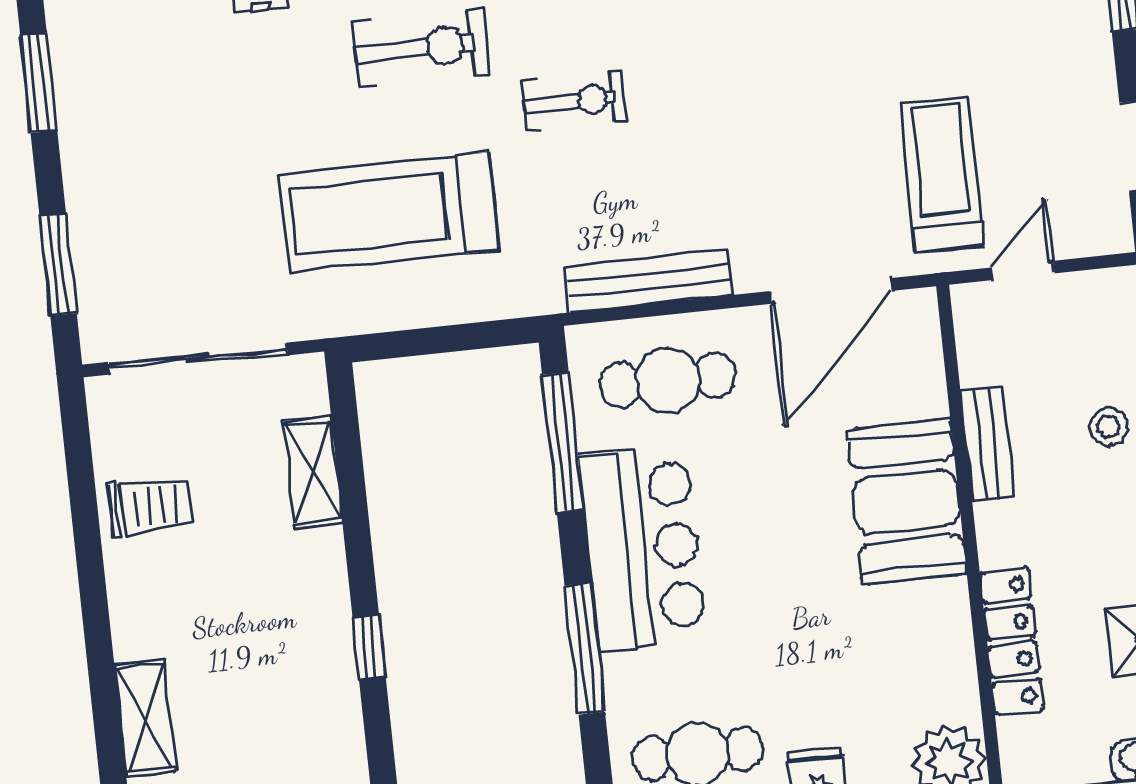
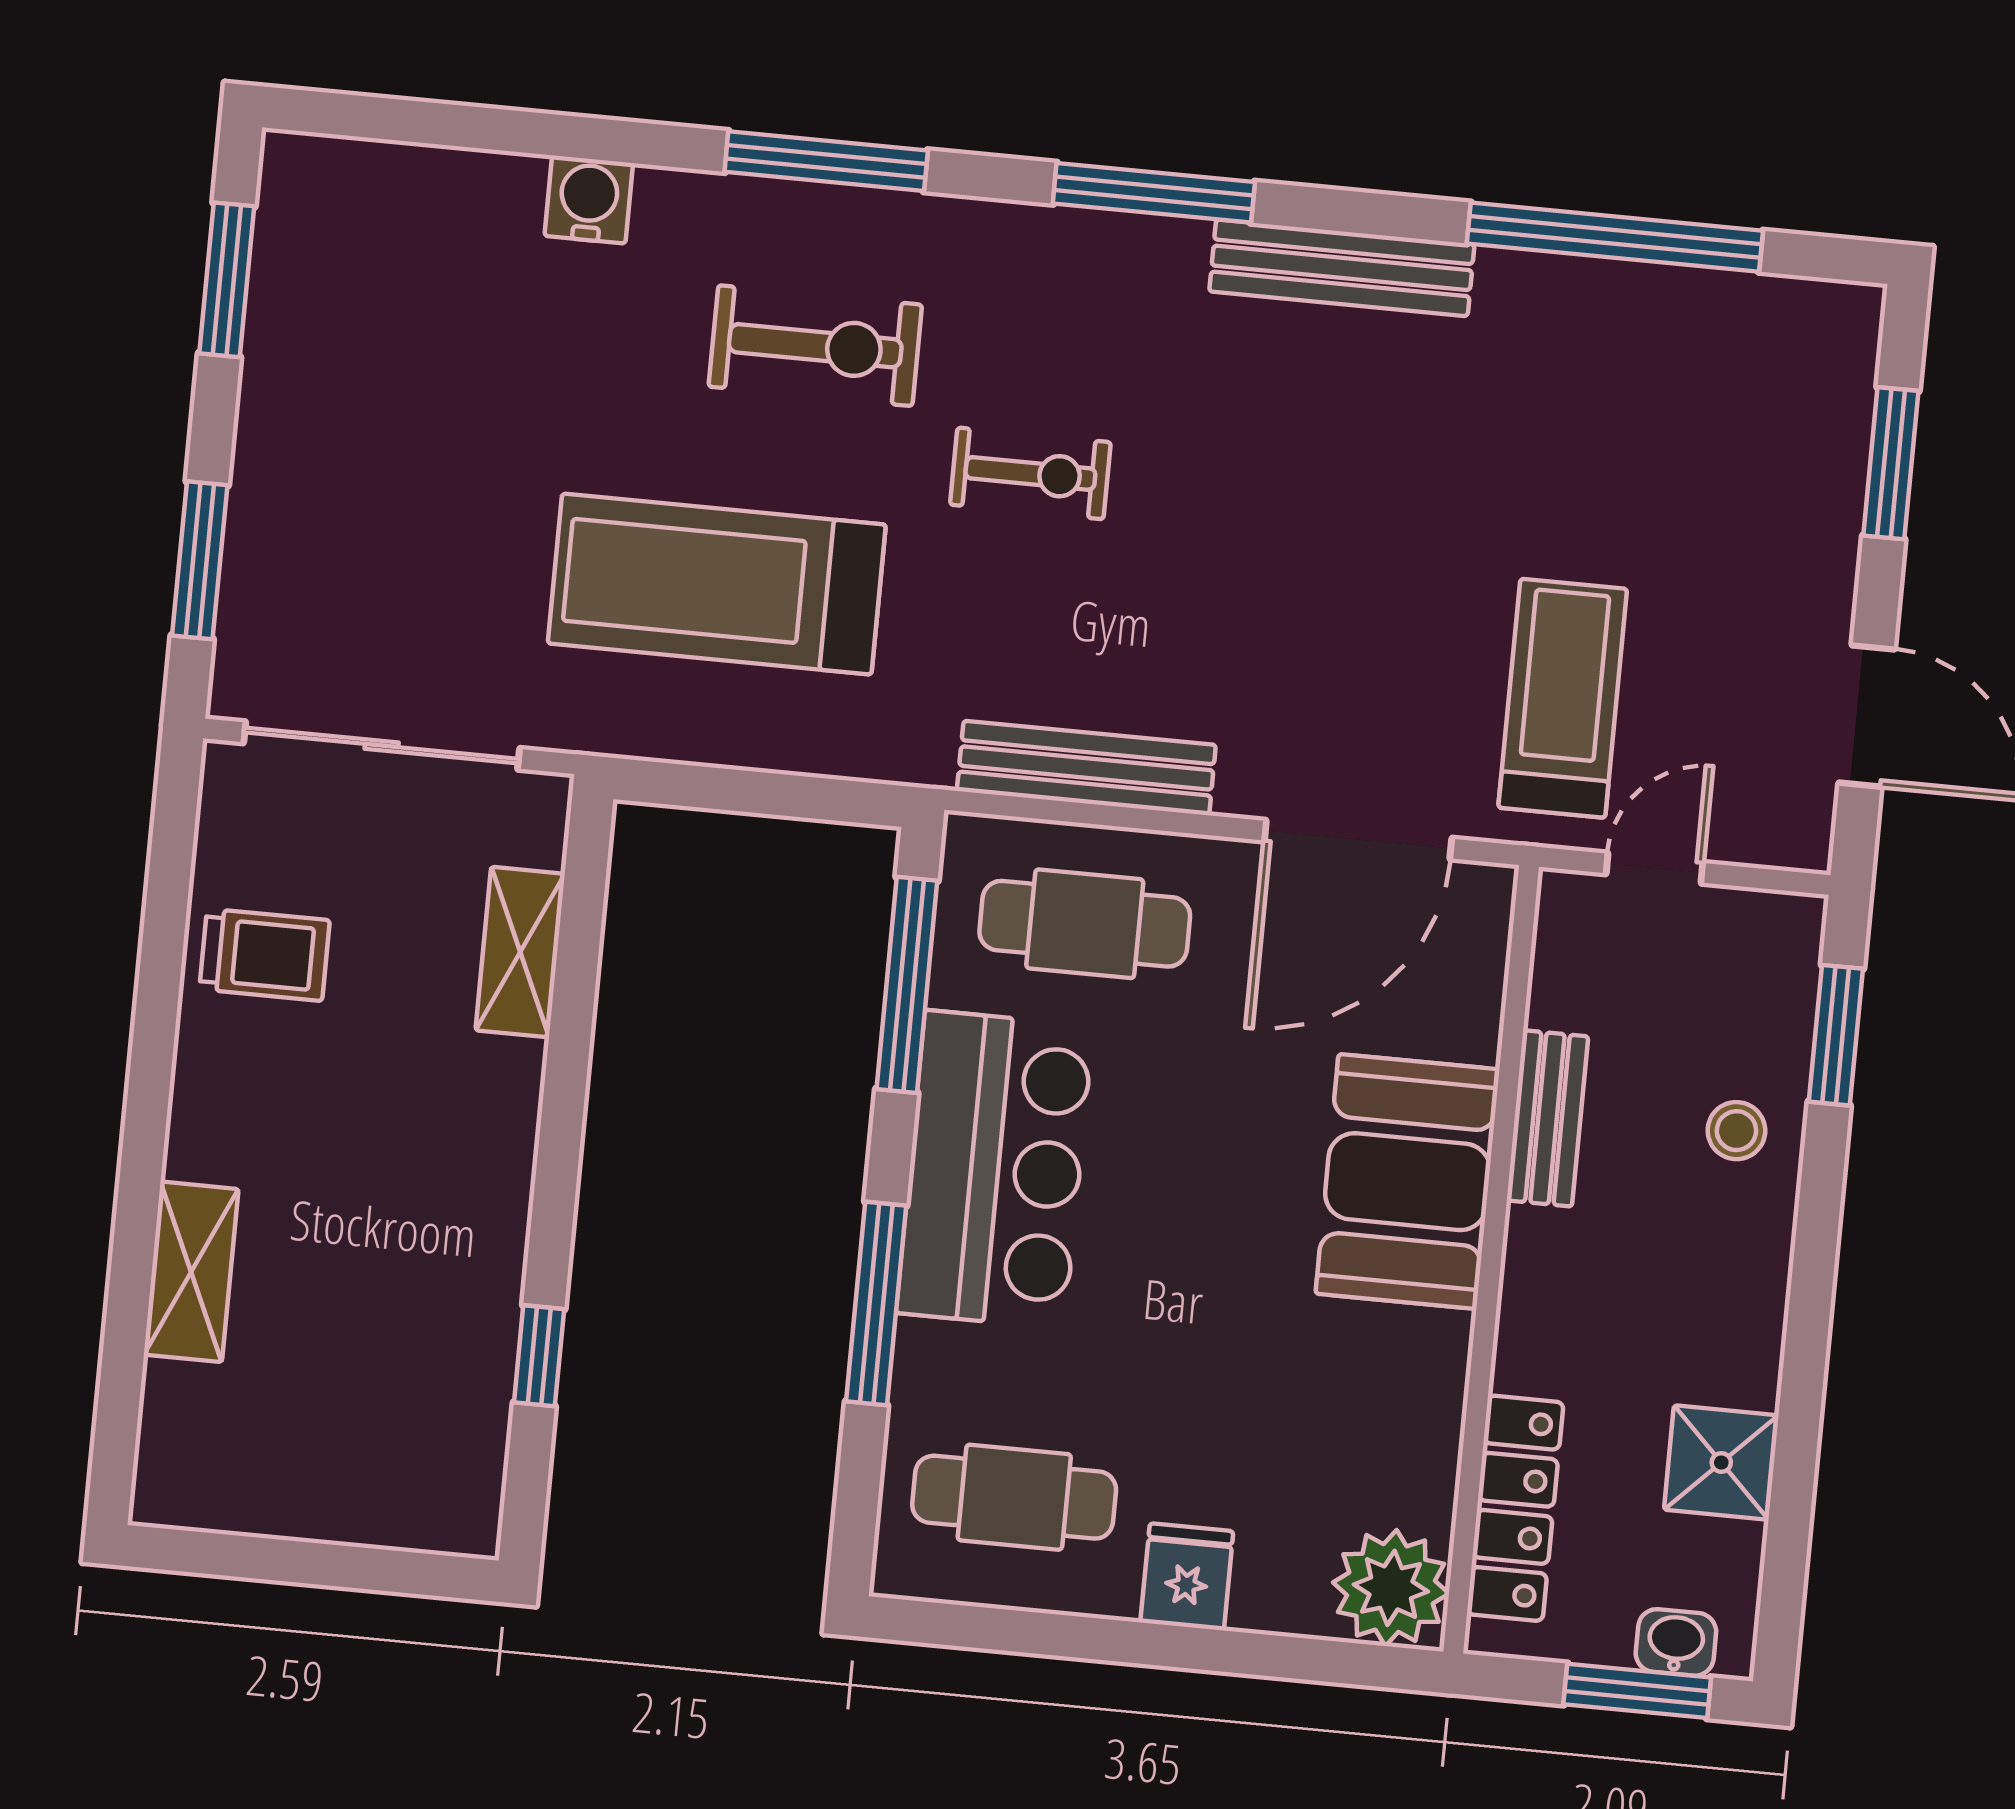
locker: (1012, 641) -> (1515, 1508), moved
window: (369, 647) -> (539, 1356), moved

